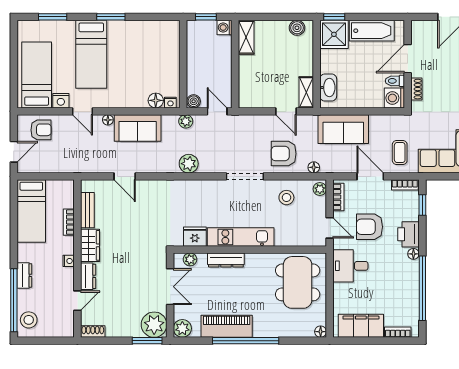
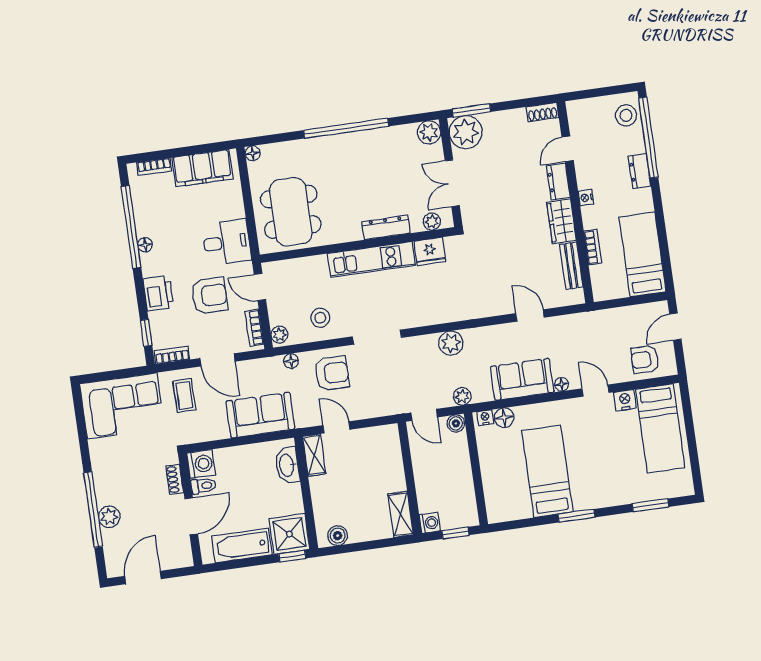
bed: (91, 54) -> (547, 471), moved
floor lamp: (413, 254) -> (145, 245), moved
piano: (227, 326) -> (373, 143), removed

